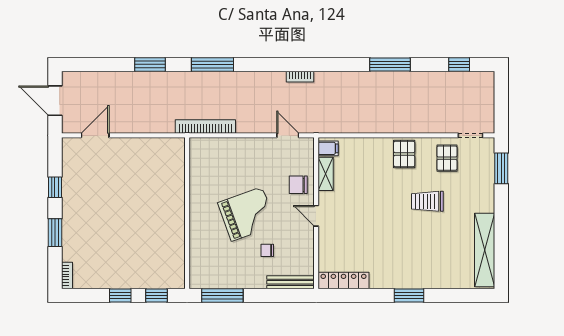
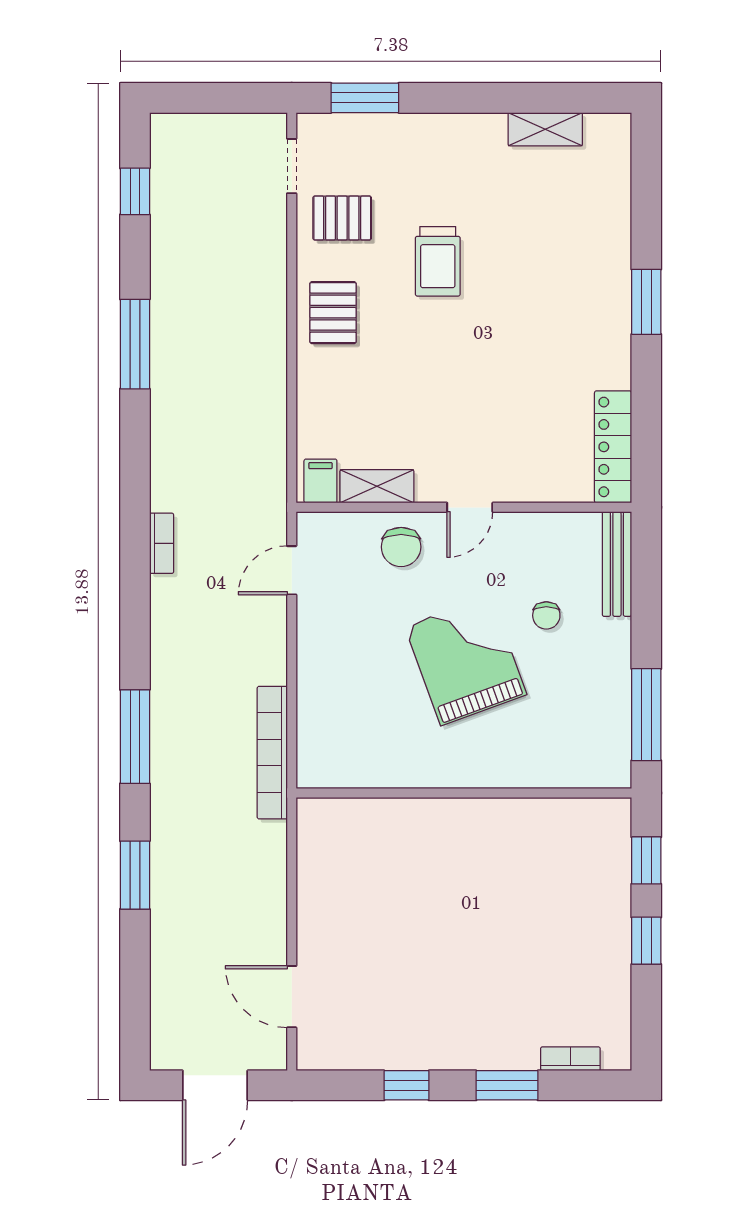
pallet: (404, 154) -> (333, 313), turned 90
shelving: (485, 250) -> (545, 129), width x0.45, depth x0.75
bookcase: (67, 275) -> (570, 1059), moved

